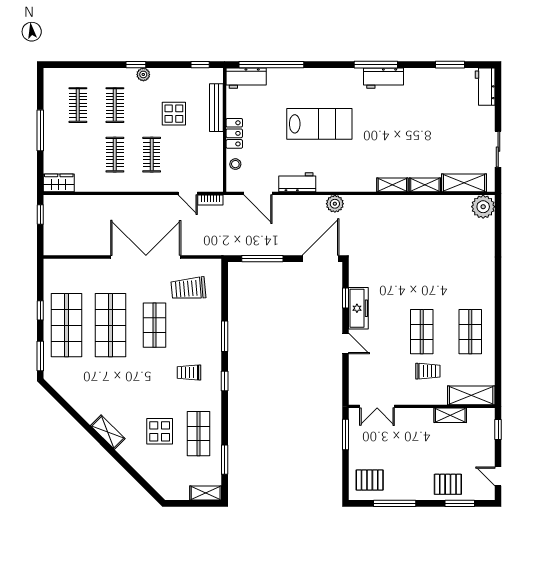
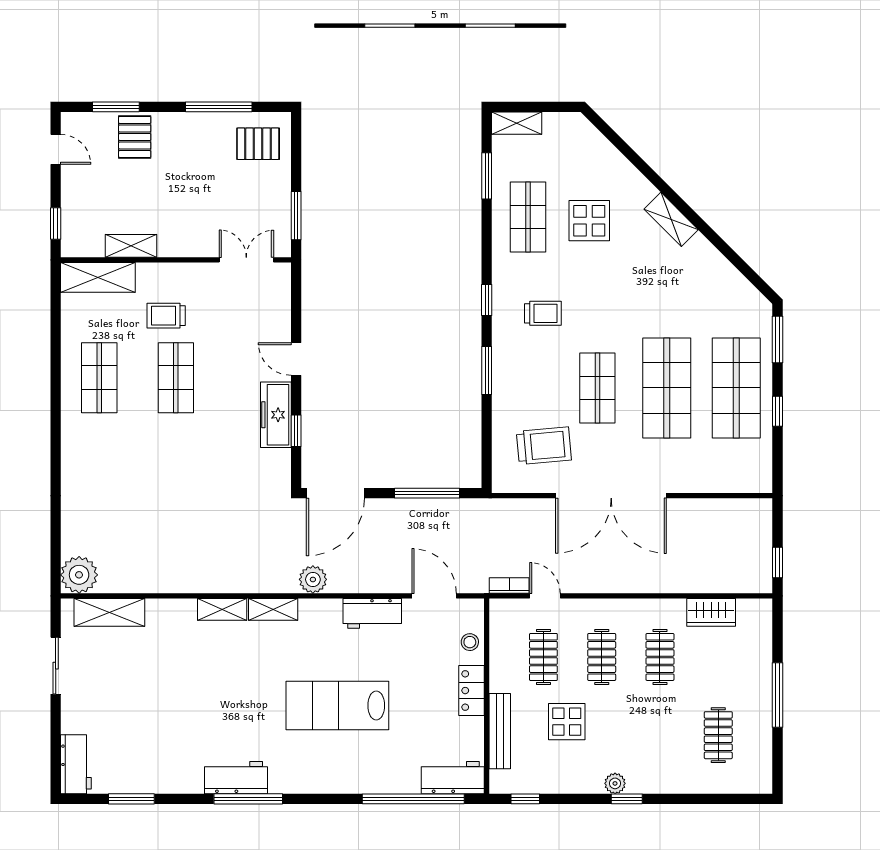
clothes rail: (115, 105) -> (543, 657), moved
wardrobe: (59, 183) -> (711, 612), moved
shelving: (425, 185) -> (273, 609), moved
pallet: (448, 484) -> (135, 137), turned 90

